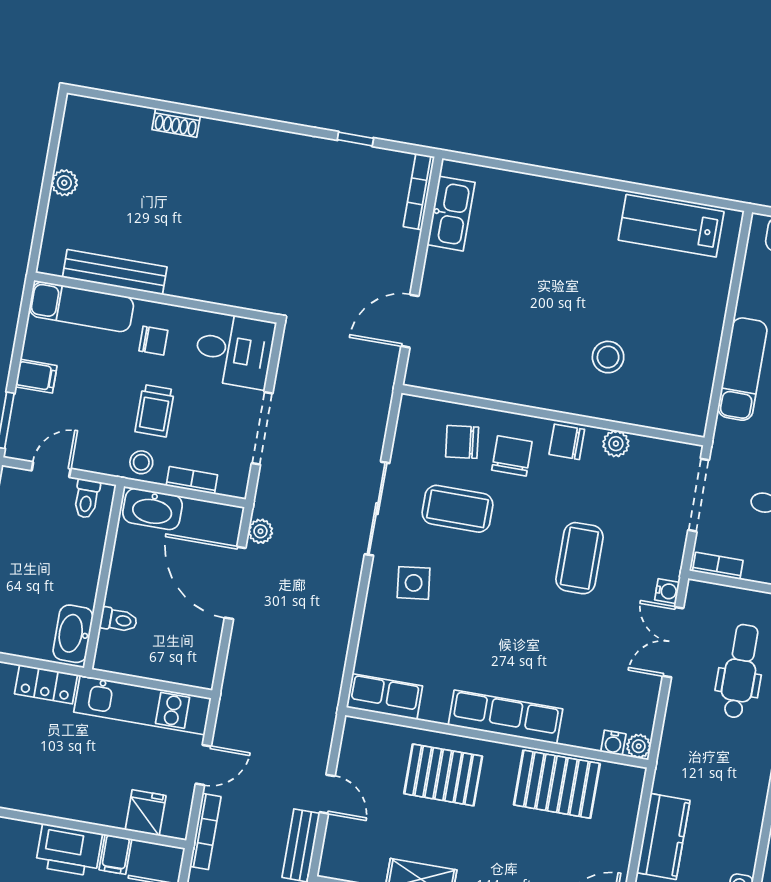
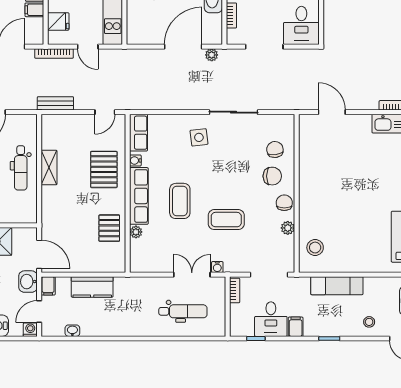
stool: (608, 357) -> (315, 248), moved
coffee table: (457, 509) -> (180, 201), moved
water cooler: (613, 743) -> (135, 160), moved
plant: (639, 746) -> (136, 232), moved
pallet: (557, 784) -> (109, 228), width x0.67, depth x0.71
door: (327, 794) -> (105, 112), moved

